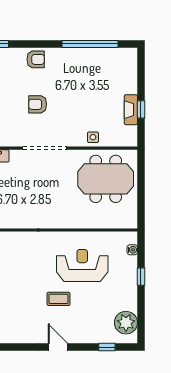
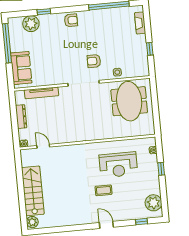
armchair: (38, 104) -> (94, 61), moved
fireplace: (131, 110) -> (140, 23), moved
meeting table: (106, 179) -> (129, 101), turned 90
reception desk: (82, 265) -> (118, 165), turned 180

